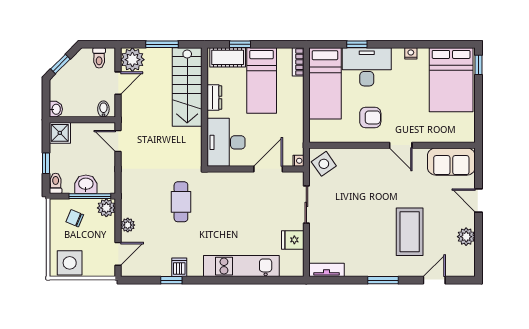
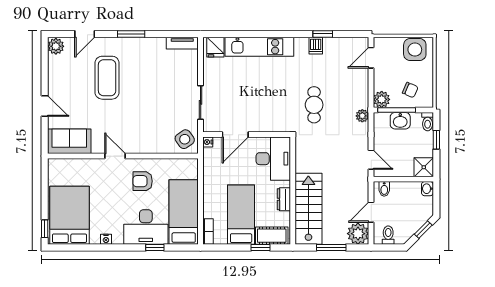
plant: (128, 225) -> (362, 116), moved
plant: (466, 237) -> (56, 46), moved
fridge: (293, 240) -> (215, 47), moved, turned 90

